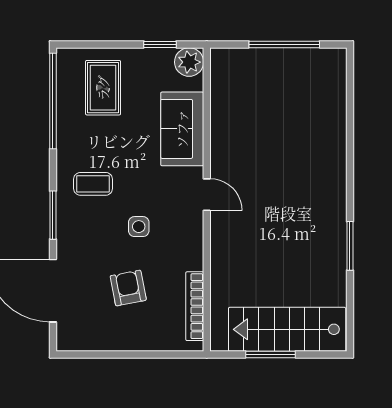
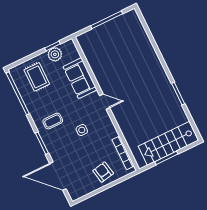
plant: (189, 62) -> (55, 54), moved
armchair: (128, 288) -> (103, 172), moved

